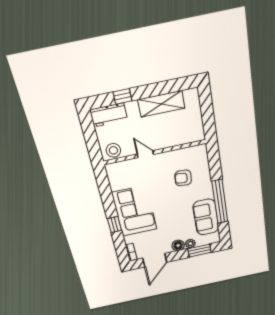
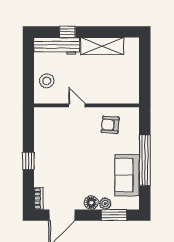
workbench: (109, 115) -> (57, 46), width x1.38
wall: (155, 152) -> (87, 105), moved
door: (145, 154) -> (77, 105), moved
corner sofa: (134, 211) -> (53, 150), removed

